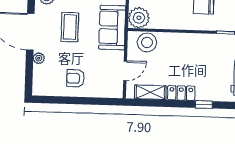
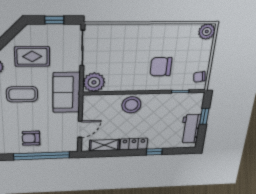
coffee table: (70, 27) -> (22, 94), turned 90
stool: (147, 42) -> (131, 105), moved
window: (85, 101) -> (42, 156), added

